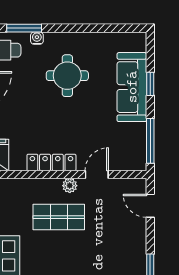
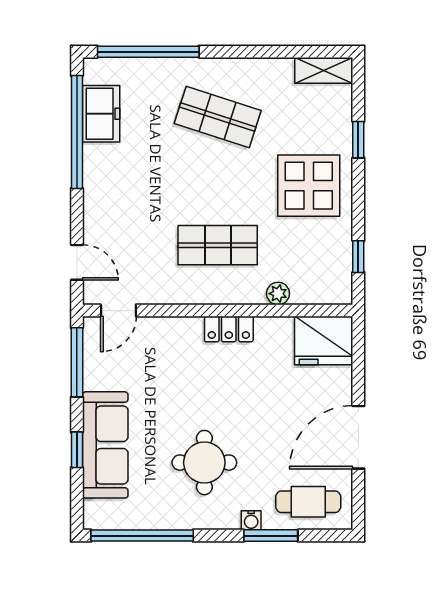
window: (108, 28) -> (142, 536), added
locker: (51, 162) -> (229, 329), width x0.66
door: (97, 175) -> (118, 311), moved
plant: (70, 186) -> (278, 294), moved

